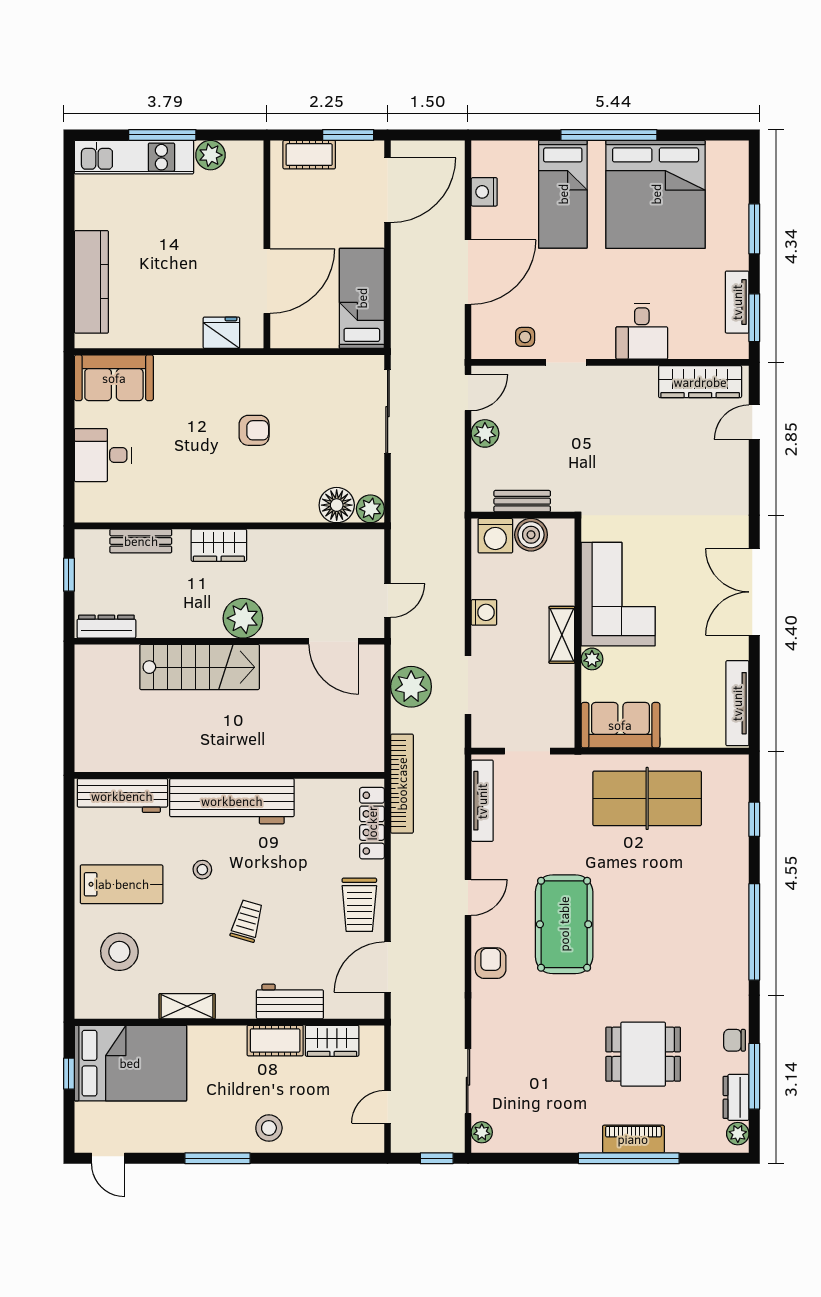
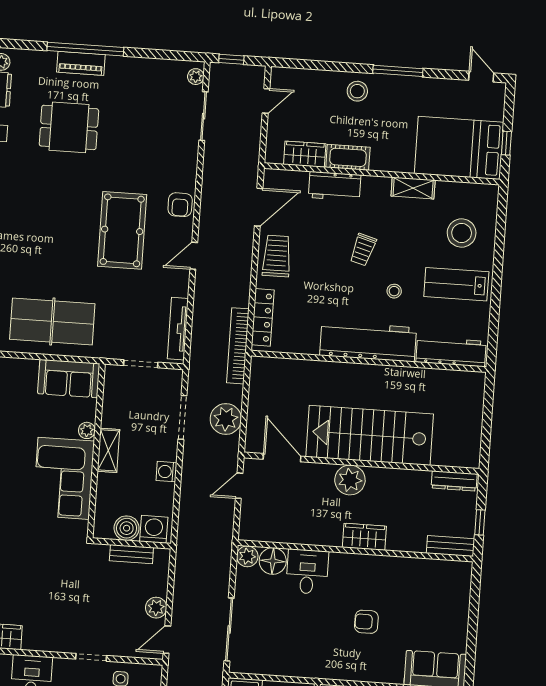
armchair: (254, 430) -> (366, 622), moved
desk: (103, 455) -> (307, 572), moved, turned -90
bench: (141, 541) -> (451, 546), moved
stairs: (200, 667) -> (370, 435), width x1.36, depth x1.51

